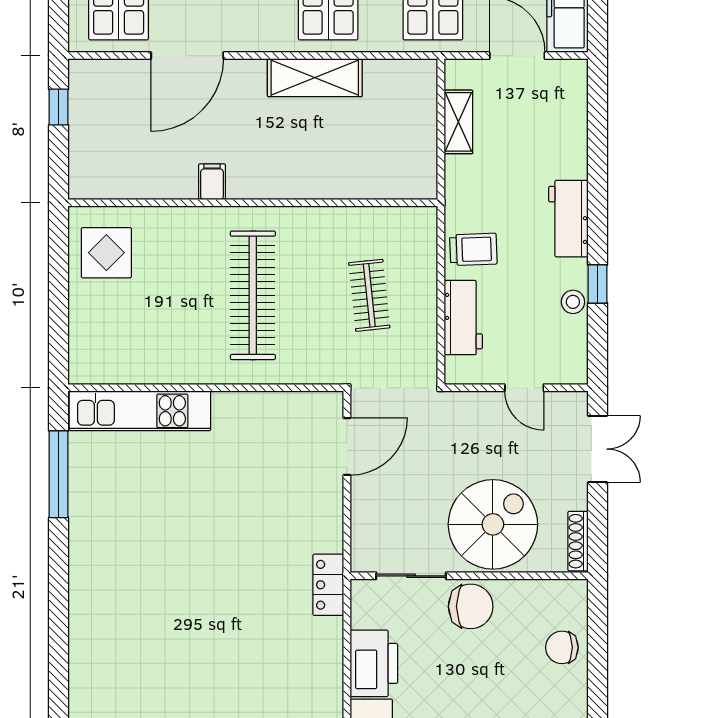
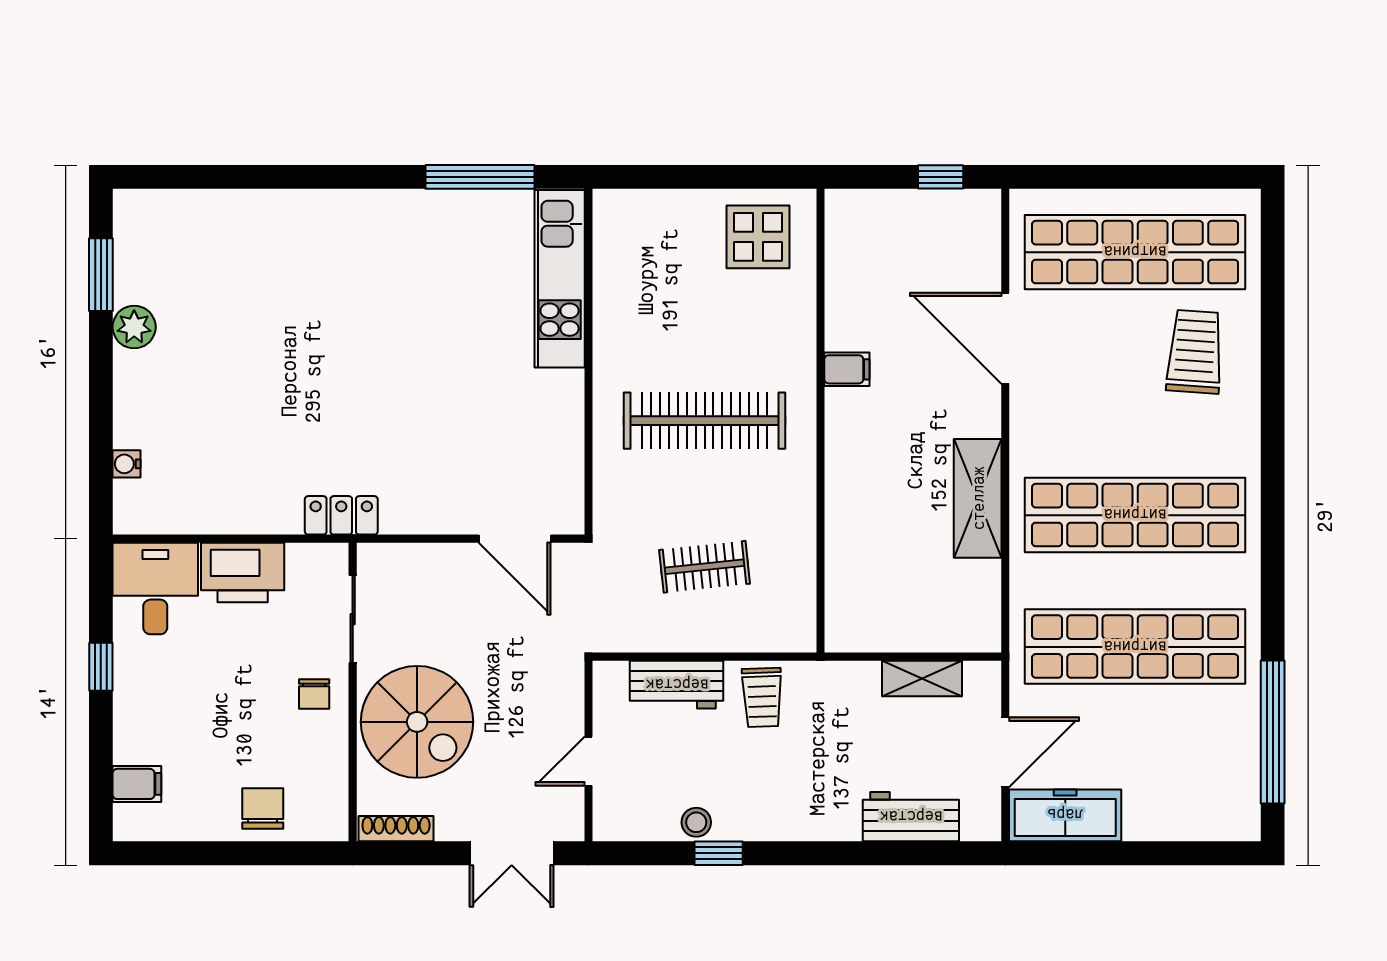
workbench: (568, 219) -> (911, 817), moved
chair: (471, 606) -> (314, 694), width x0.54, depth x0.54

